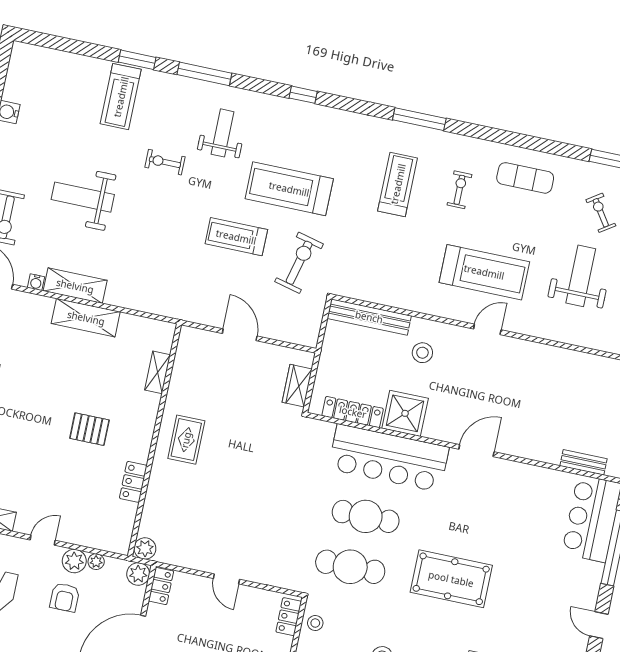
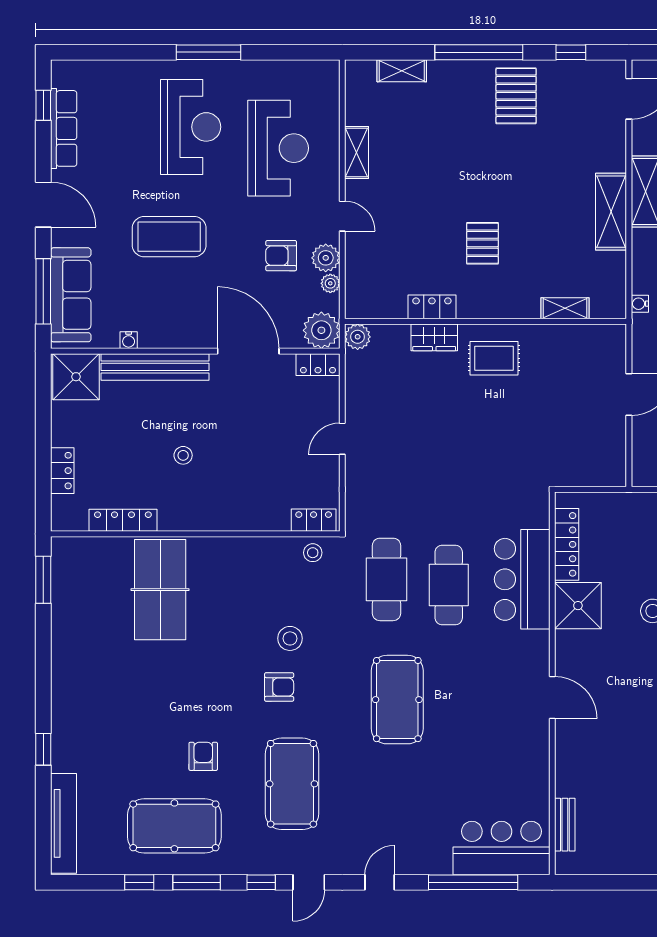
water cooler: (36, 282) -> (640, 304), moved
wardrobe: (297, 386) -> (434, 337), moved, turned 180
bar counter: (389, 458) -> (522, 579), width x0.73
plant: (138, 574) -> (321, 330), width x1.36, depth x1.36

